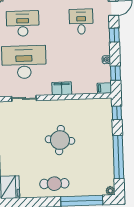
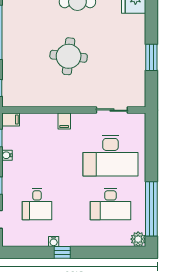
filing cabinet: (62, 88) -> (64, 121), width x0.50

